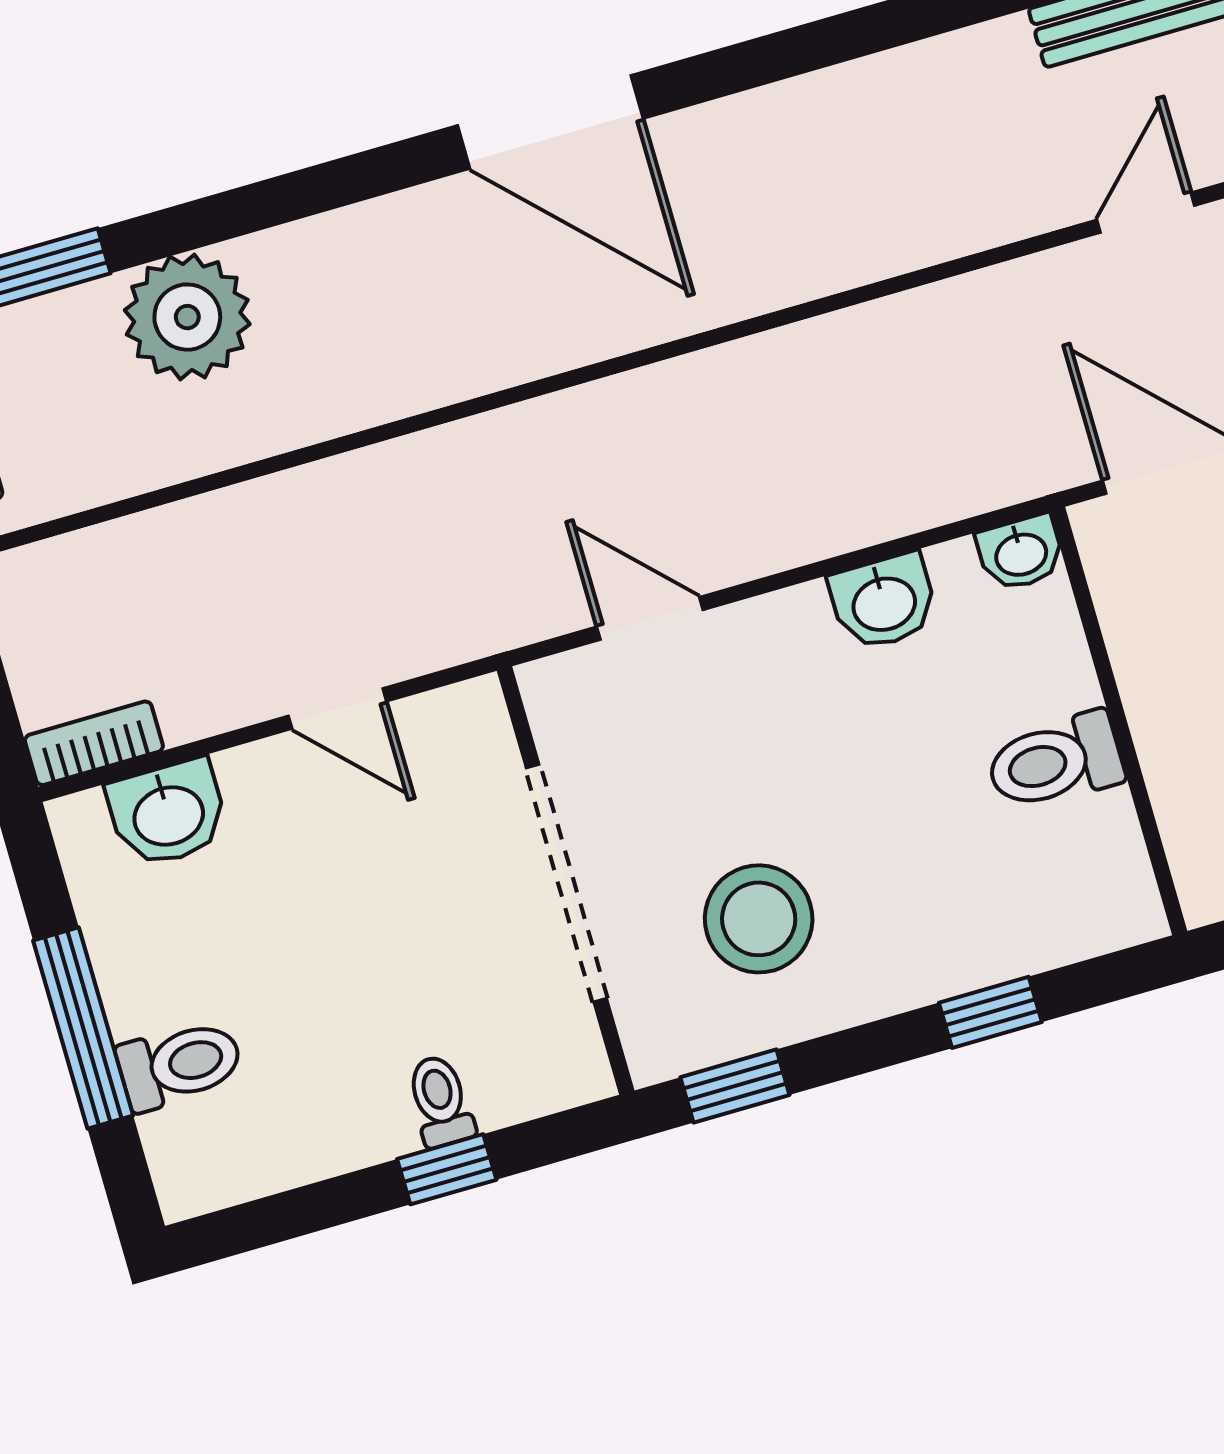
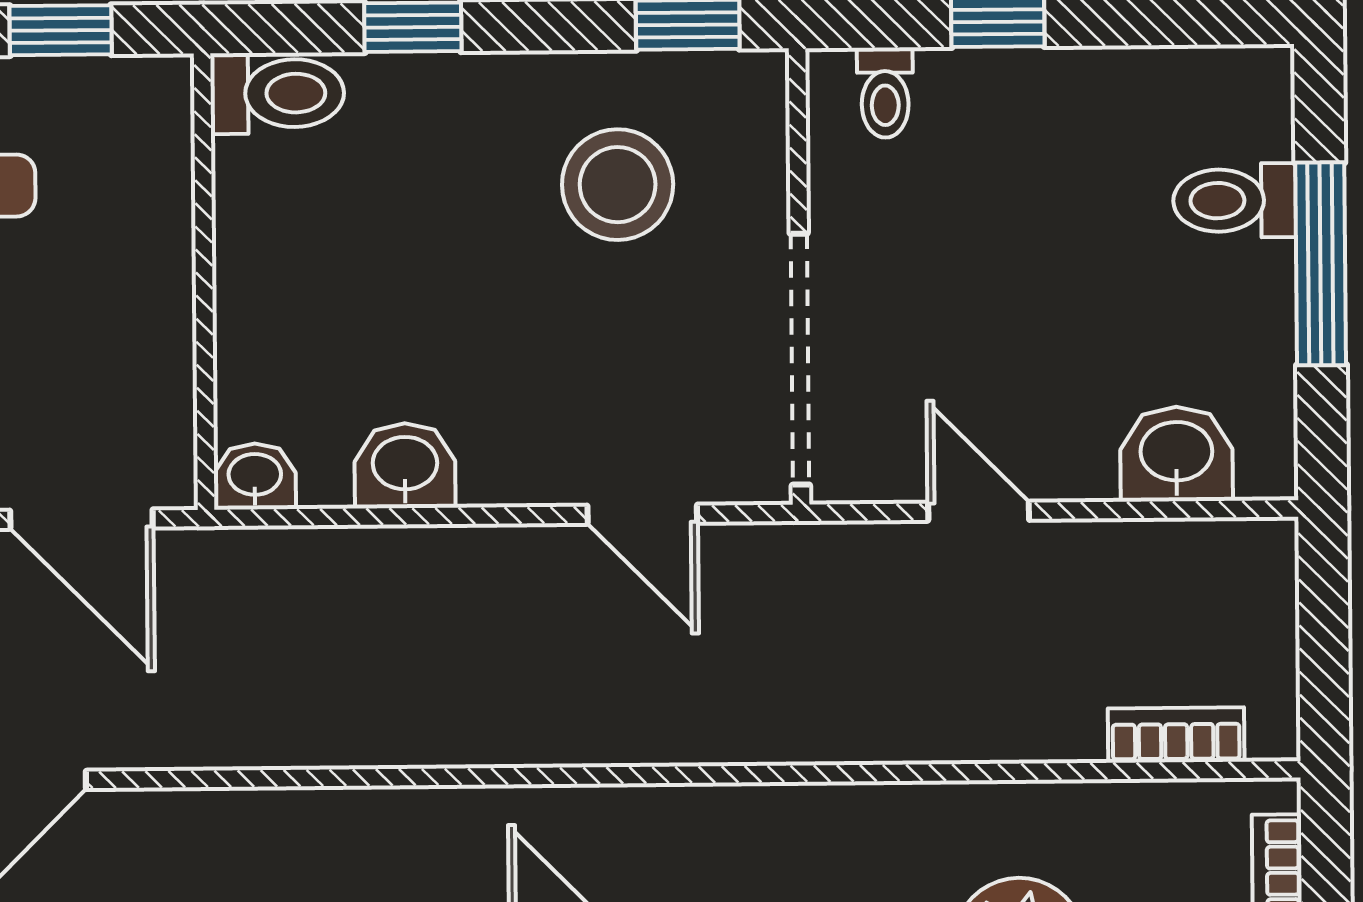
bookcase: (94, 743) -> (1176, 735), moved, turned 180
toilet: (1055, 762) -> (277, 93), moved
doorway: (566, 883) -> (800, 359), moved
toilet: (440, 1101) -> (885, 93), moved

